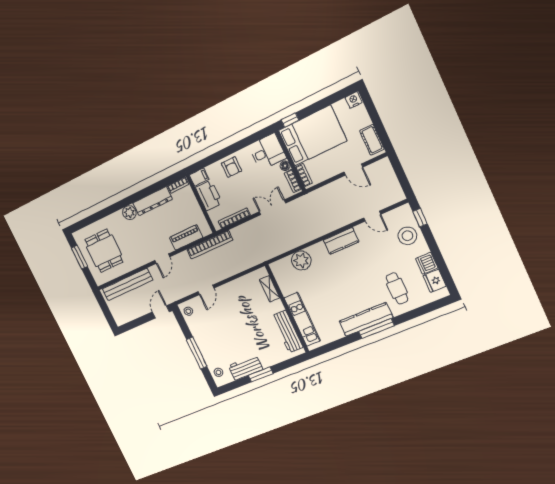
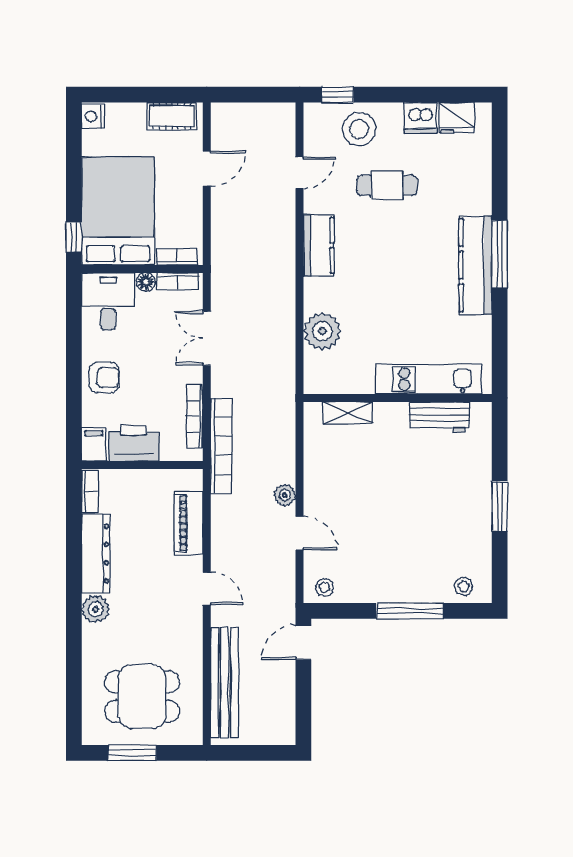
bookcase: (210, 245) -> (221, 446), moved
plant: (219, 276) -> (285, 495), added
cafe table: (397, 288) -> (387, 185), moved
door: (161, 312) -> (303, 642), hinge flipped
workbench: (287, 332) -> (440, 417), width x0.73
workbench: (246, 368) -> (475, 529), removed

